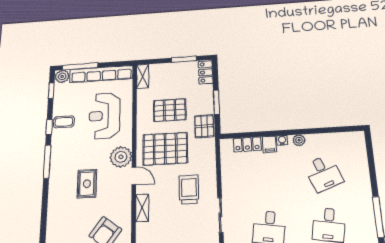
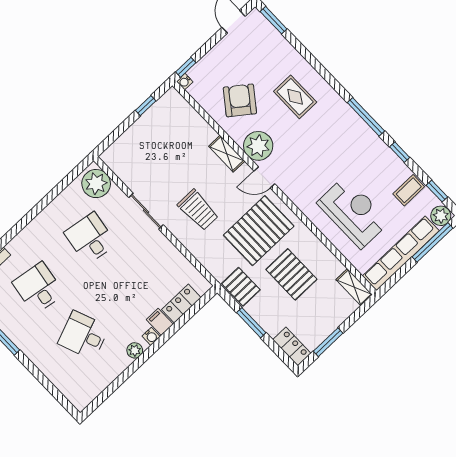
pallet: (170, 110) -> (291, 274), turned 90
coffee table: (64, 122) -> (409, 190), moved
plant: (121, 157) -> (258, 146), moved
rug: (87, 184) -> (295, 97), moved

